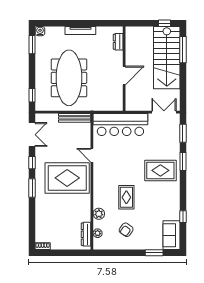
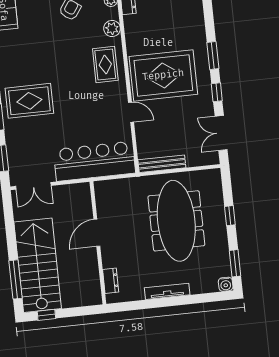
window: (32, 95) -> (230, 216), moved
rug: (126, 197) -> (105, 65), moved

